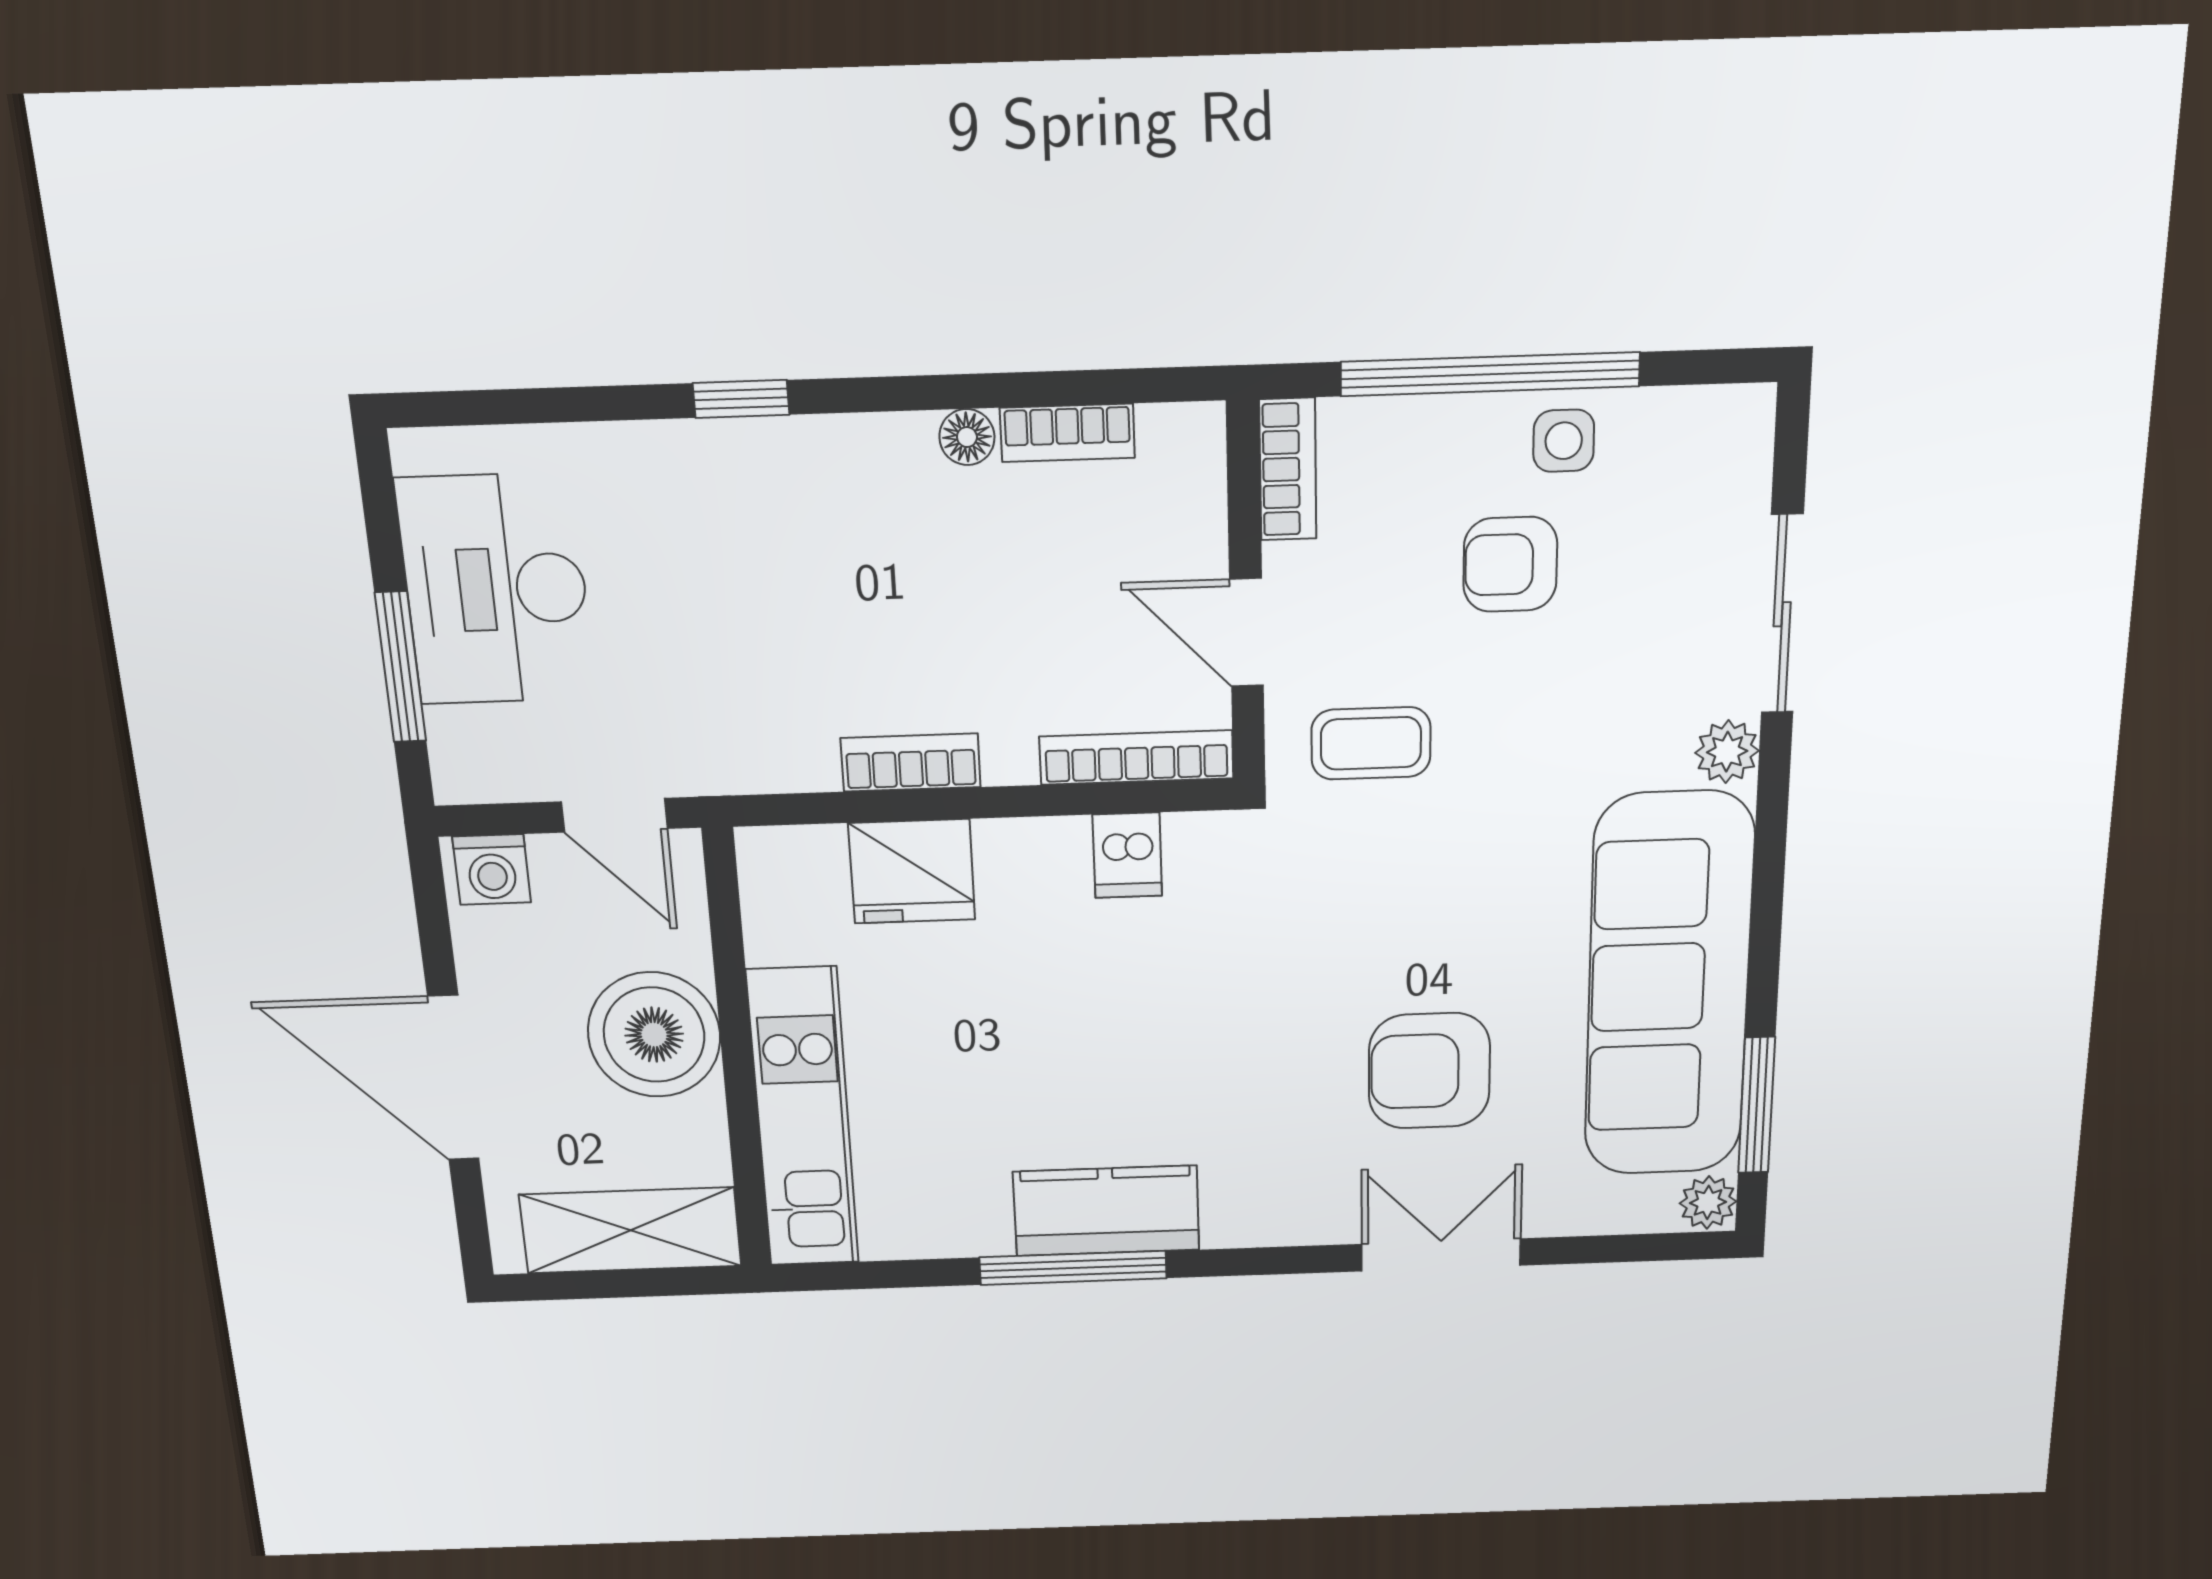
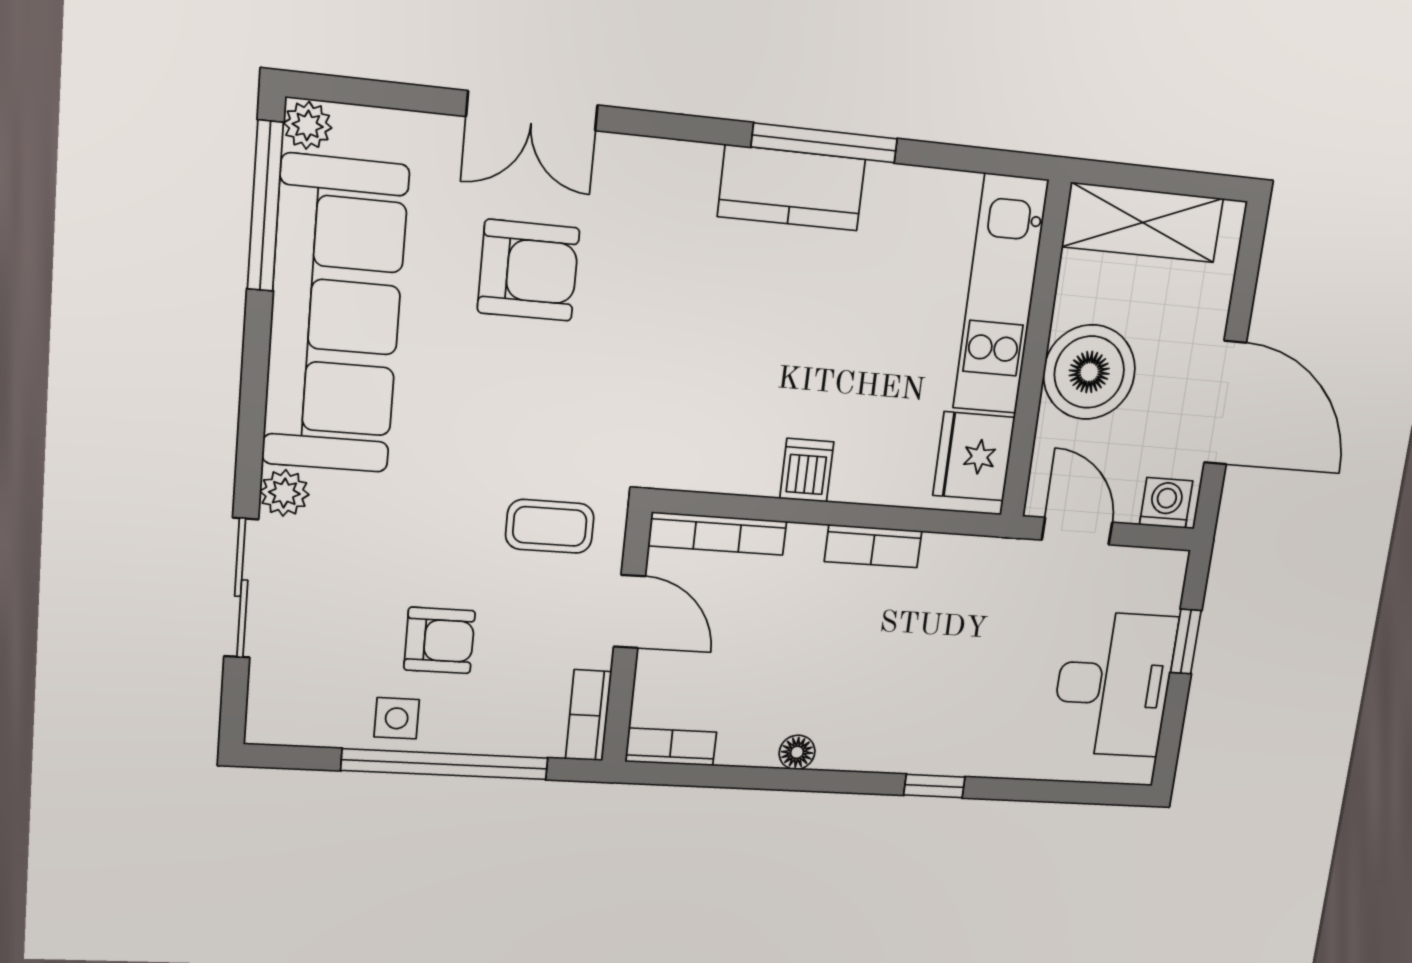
bookcase: (1067, 433) -> (671, 747), moved
window: (400, 667) -> (1186, 642), width x0.67
dishwasher: (1127, 855) -> (807, 470), moved
fridge: (912, 871) -> (974, 456), moved, turned -90
door: (453, 1078) -> (1225, 403), moved
window: (1757, 1105) -> (265, 206), width x1.44

